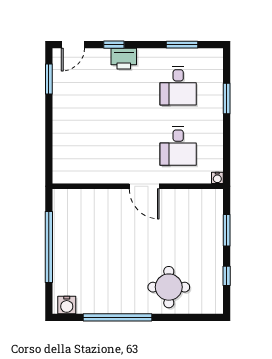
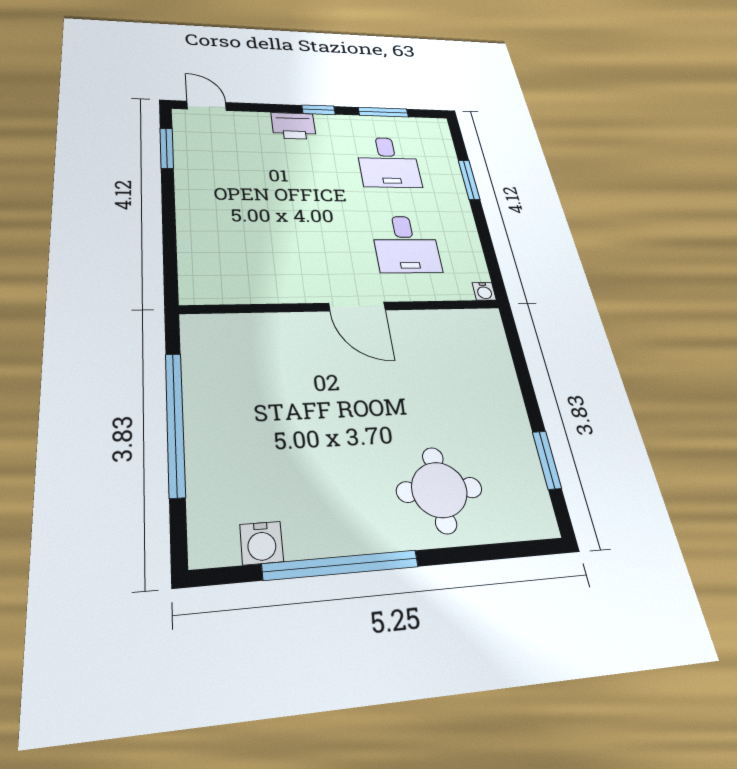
door: (73, 45) -> (207, 106), swing flipped
window: (114, 45) -> (319, 110), moved
window: (227, 230) -> (524, 376), removed
window: (227, 276) -> (547, 460), width x1.50
water cooler: (67, 305) -> (262, 543), moved

